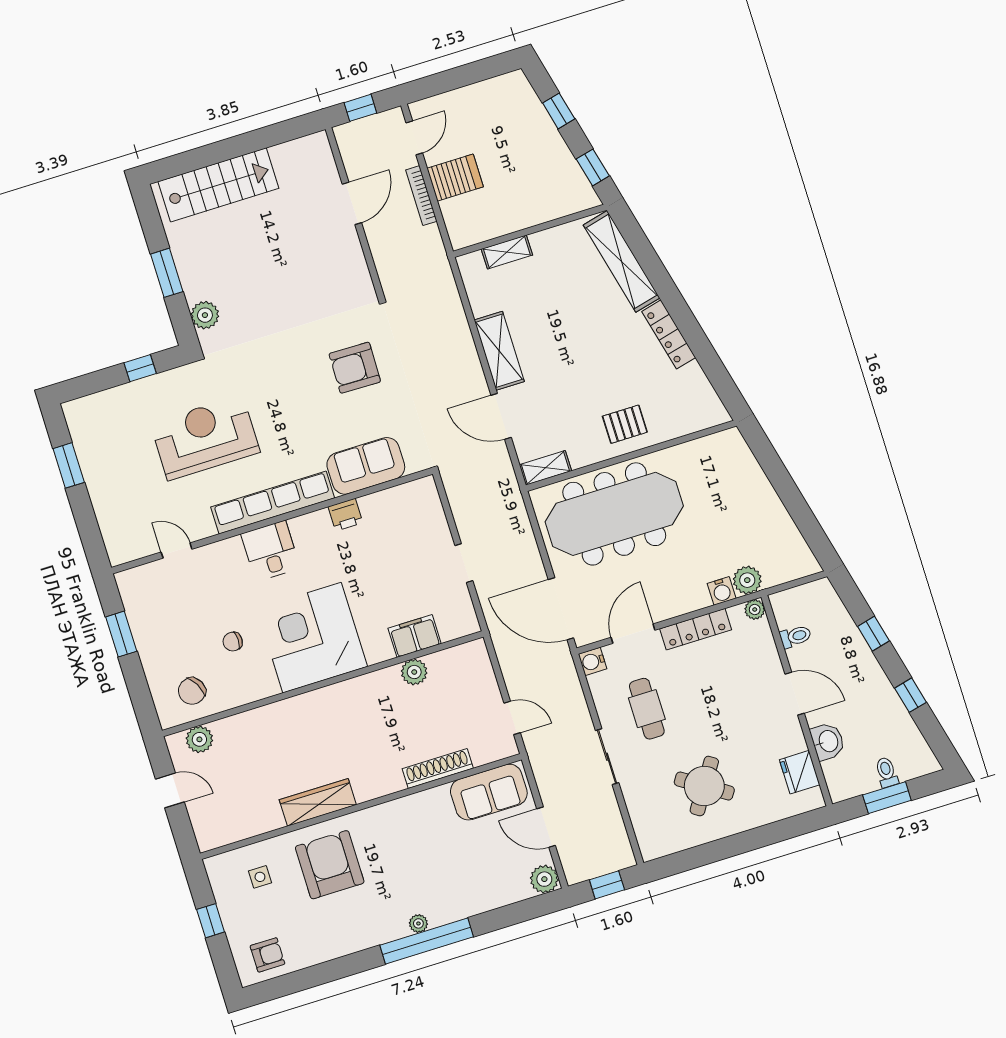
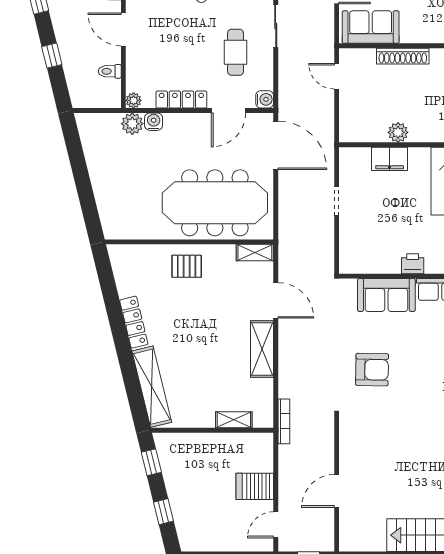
bookcase: (421, 196) -> (284, 421), moved

